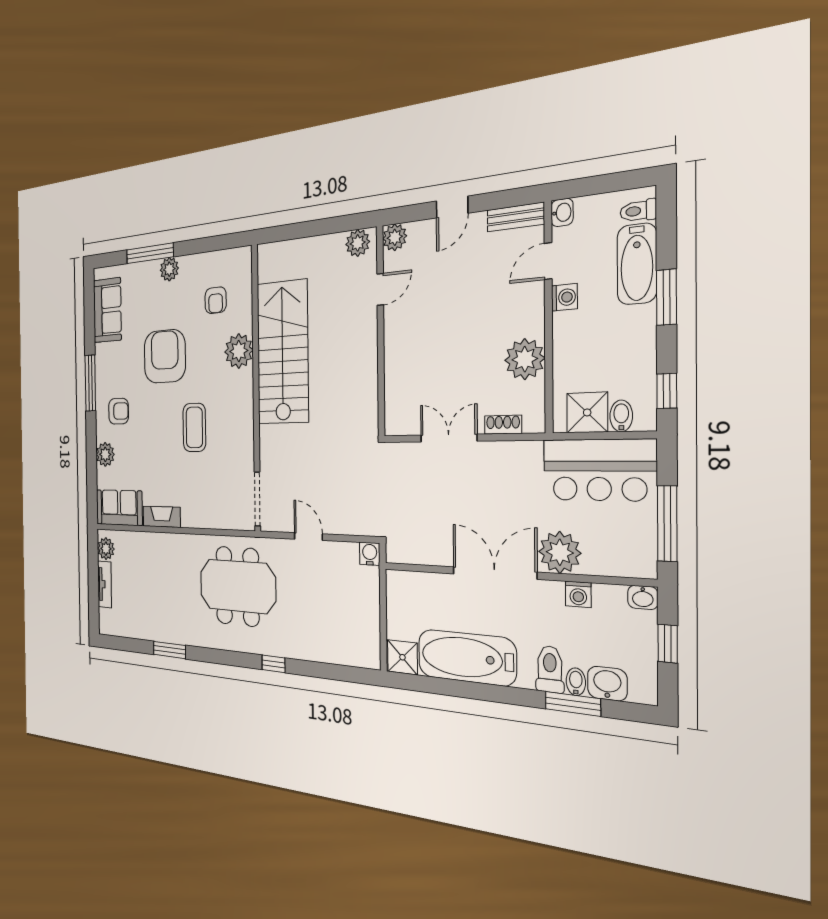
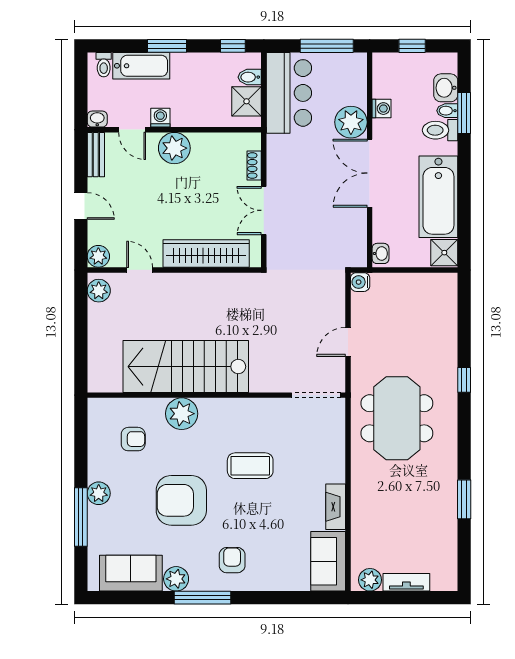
plant: (525, 359) -> (174, 148), moved
wardrobe: (399, 368) -> (206, 253), added
plant: (105, 454) -> (176, 579), moved
washbasin: (643, 597) -> (380, 253), moved

